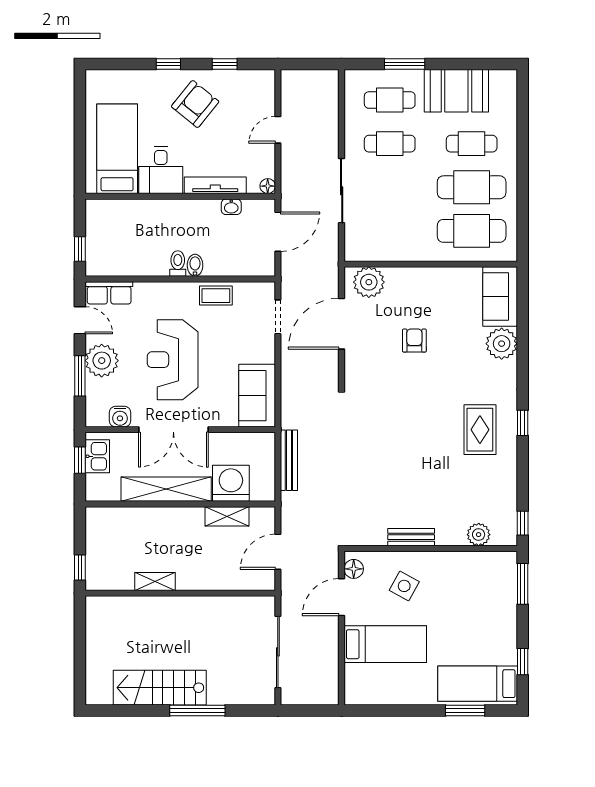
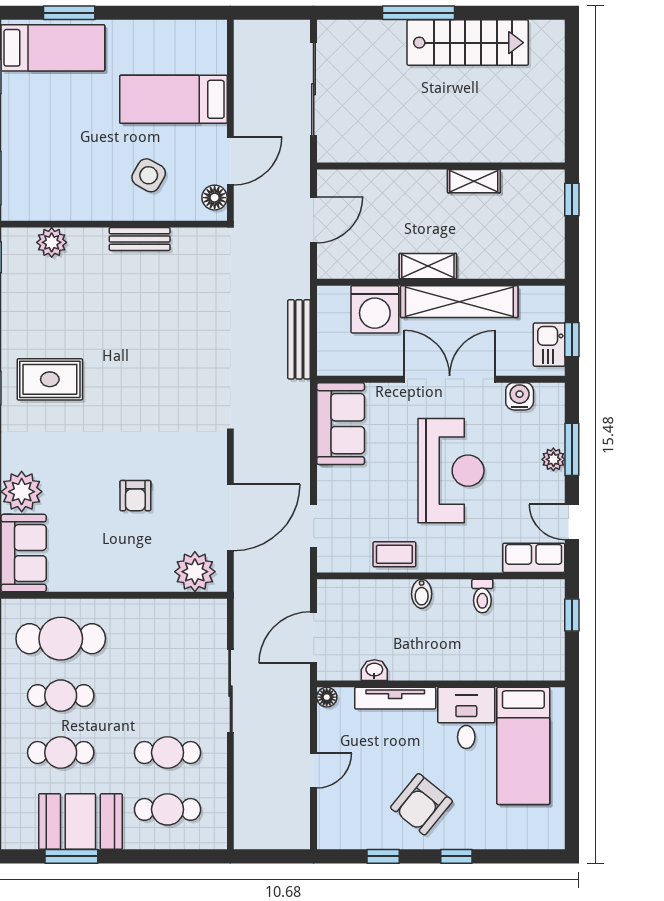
window: (405, 64) -> (71, 856), moved
cafe table: (472, 187) -> (61, 696), width x0.73, depth x0.74
toilet: (178, 264) -> (482, 596), moved
plant: (102, 361) -> (553, 459), width x0.53, depth x0.53
rug: (480, 430) -> (50, 379), turned 90
shelving: (227, 516) -> (428, 266), moved

